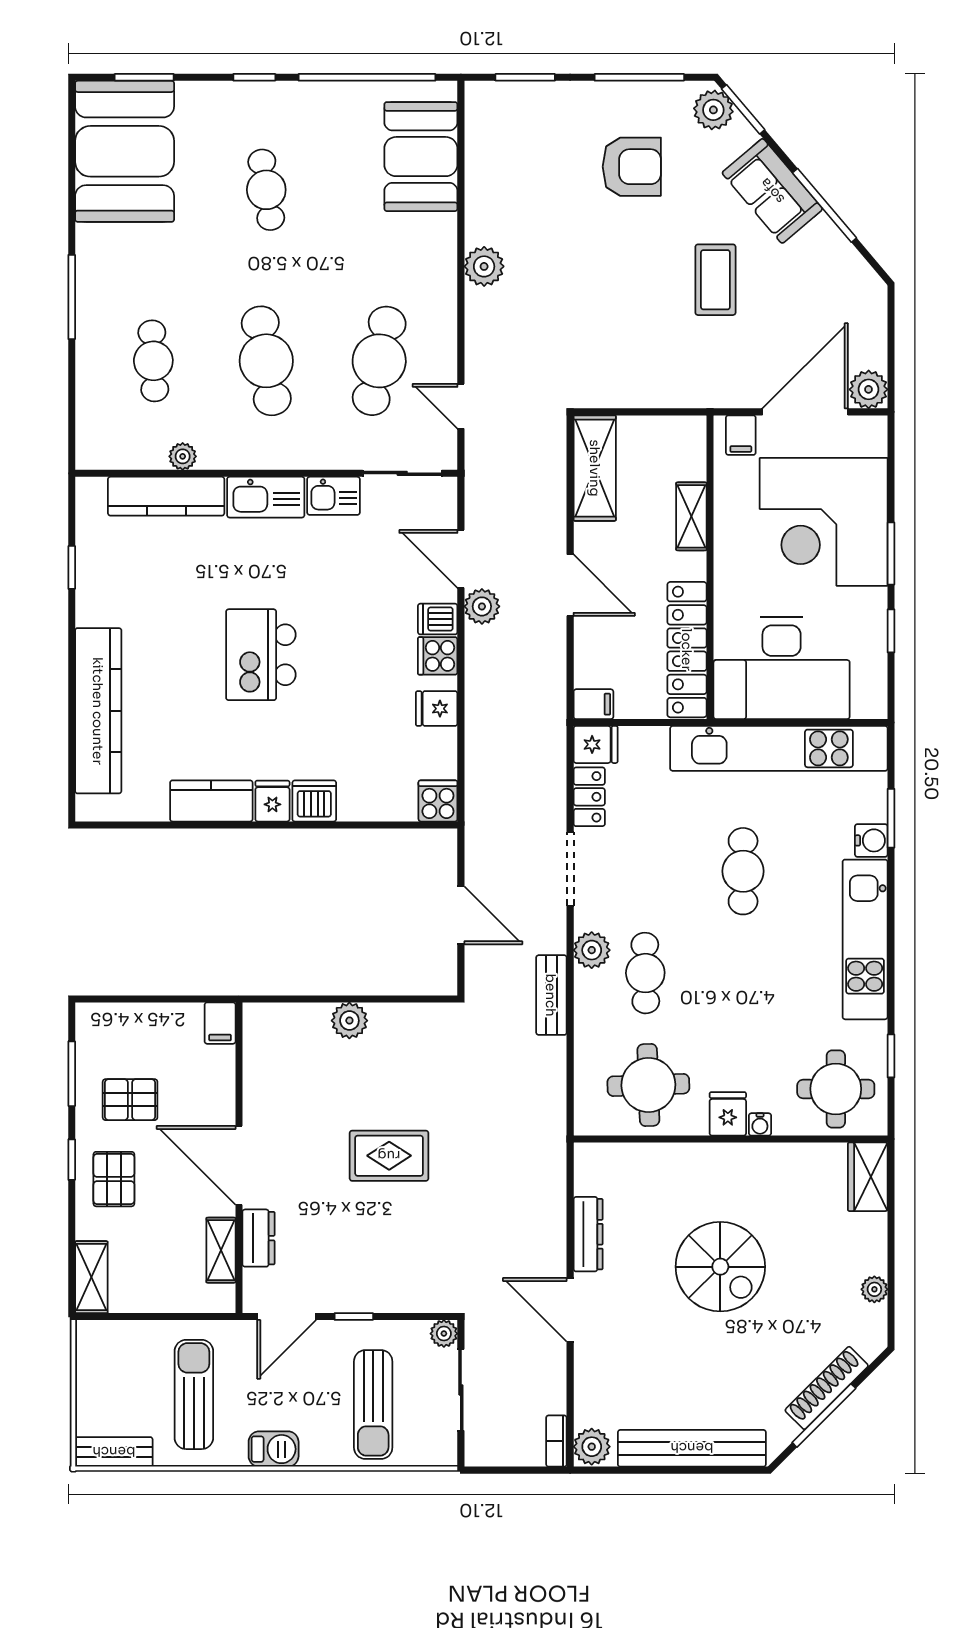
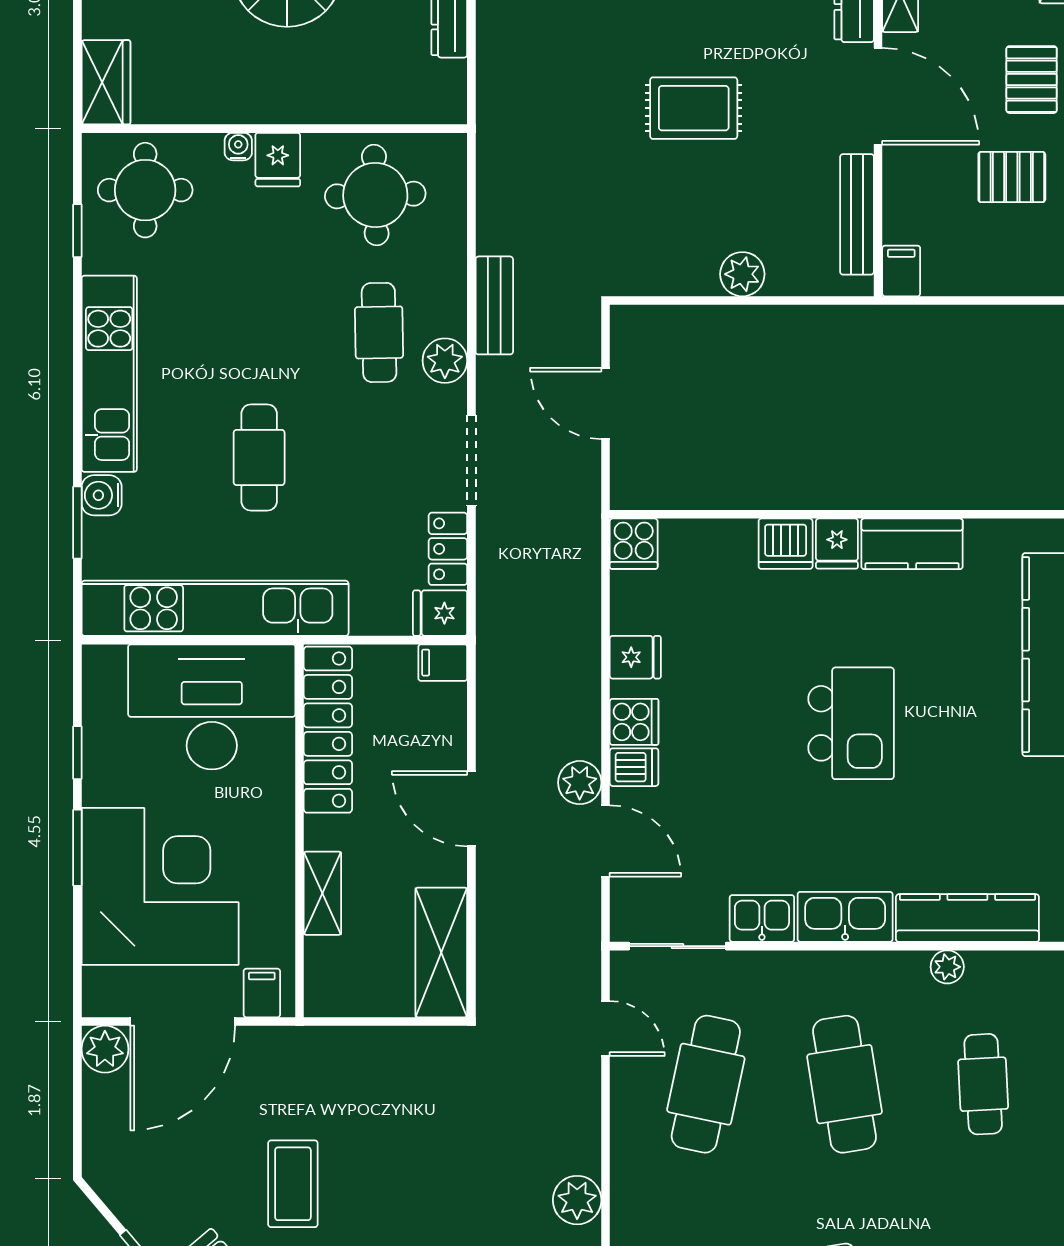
bench: (256, 1069) -> (857, 214), added

